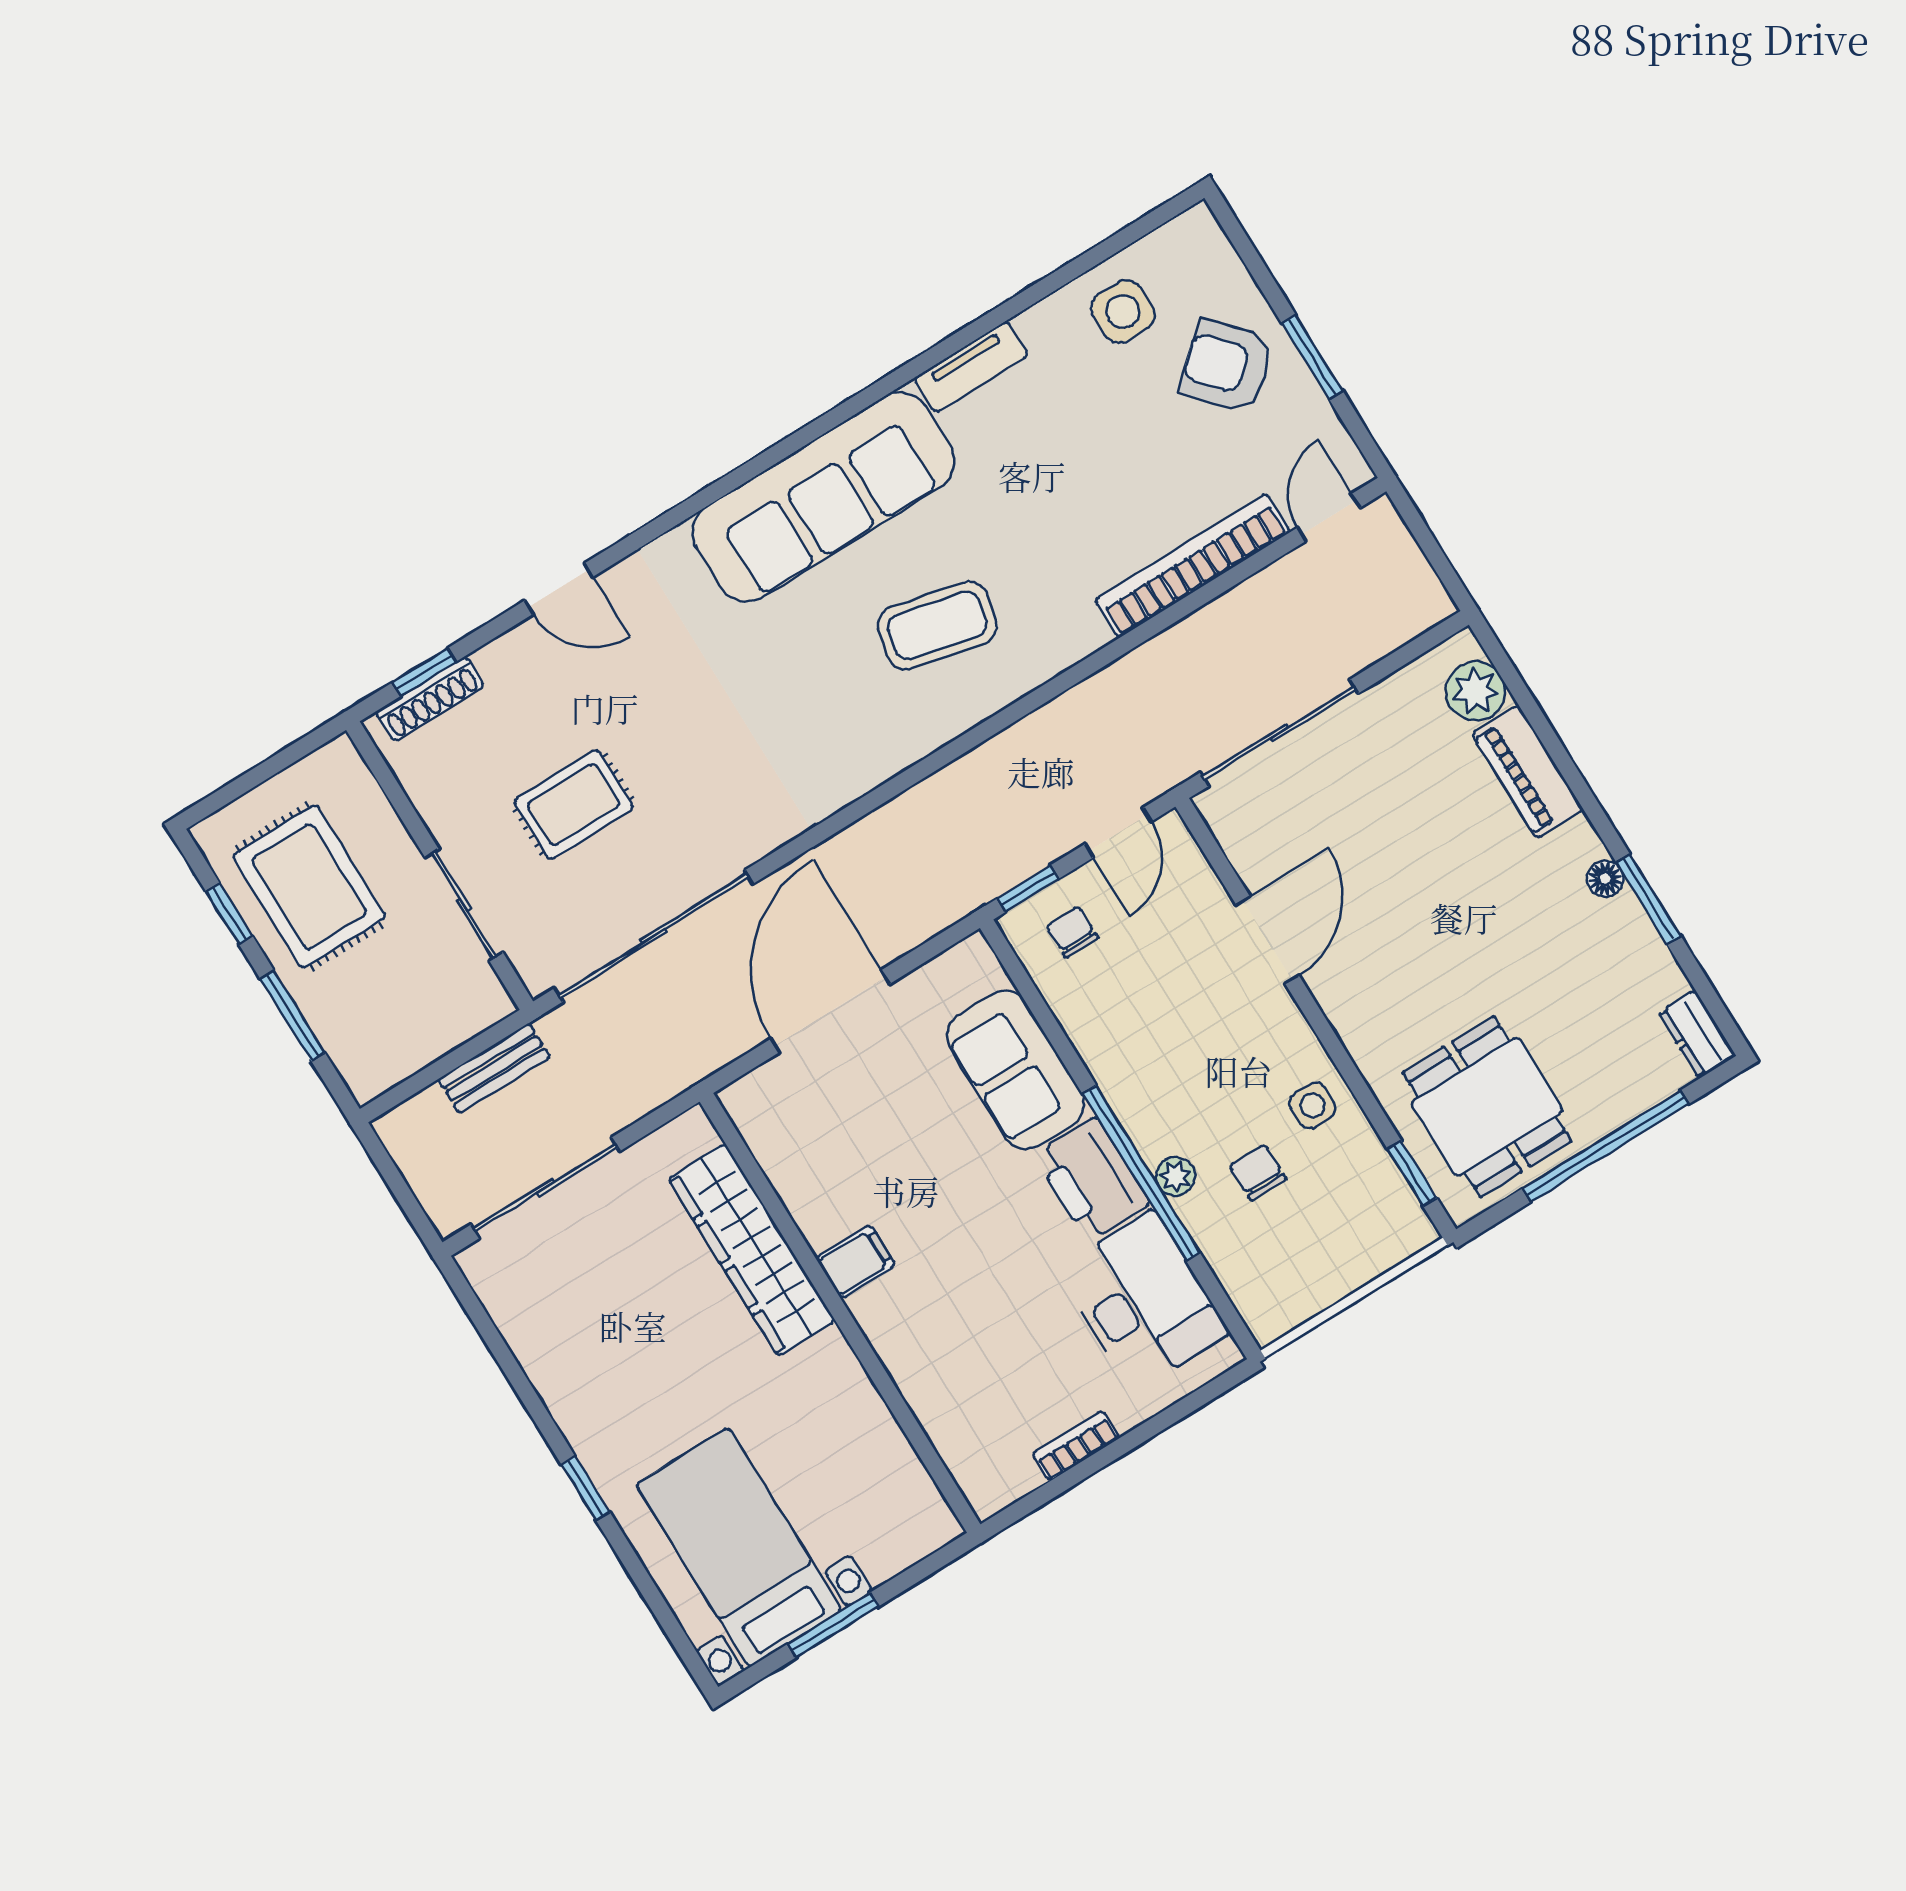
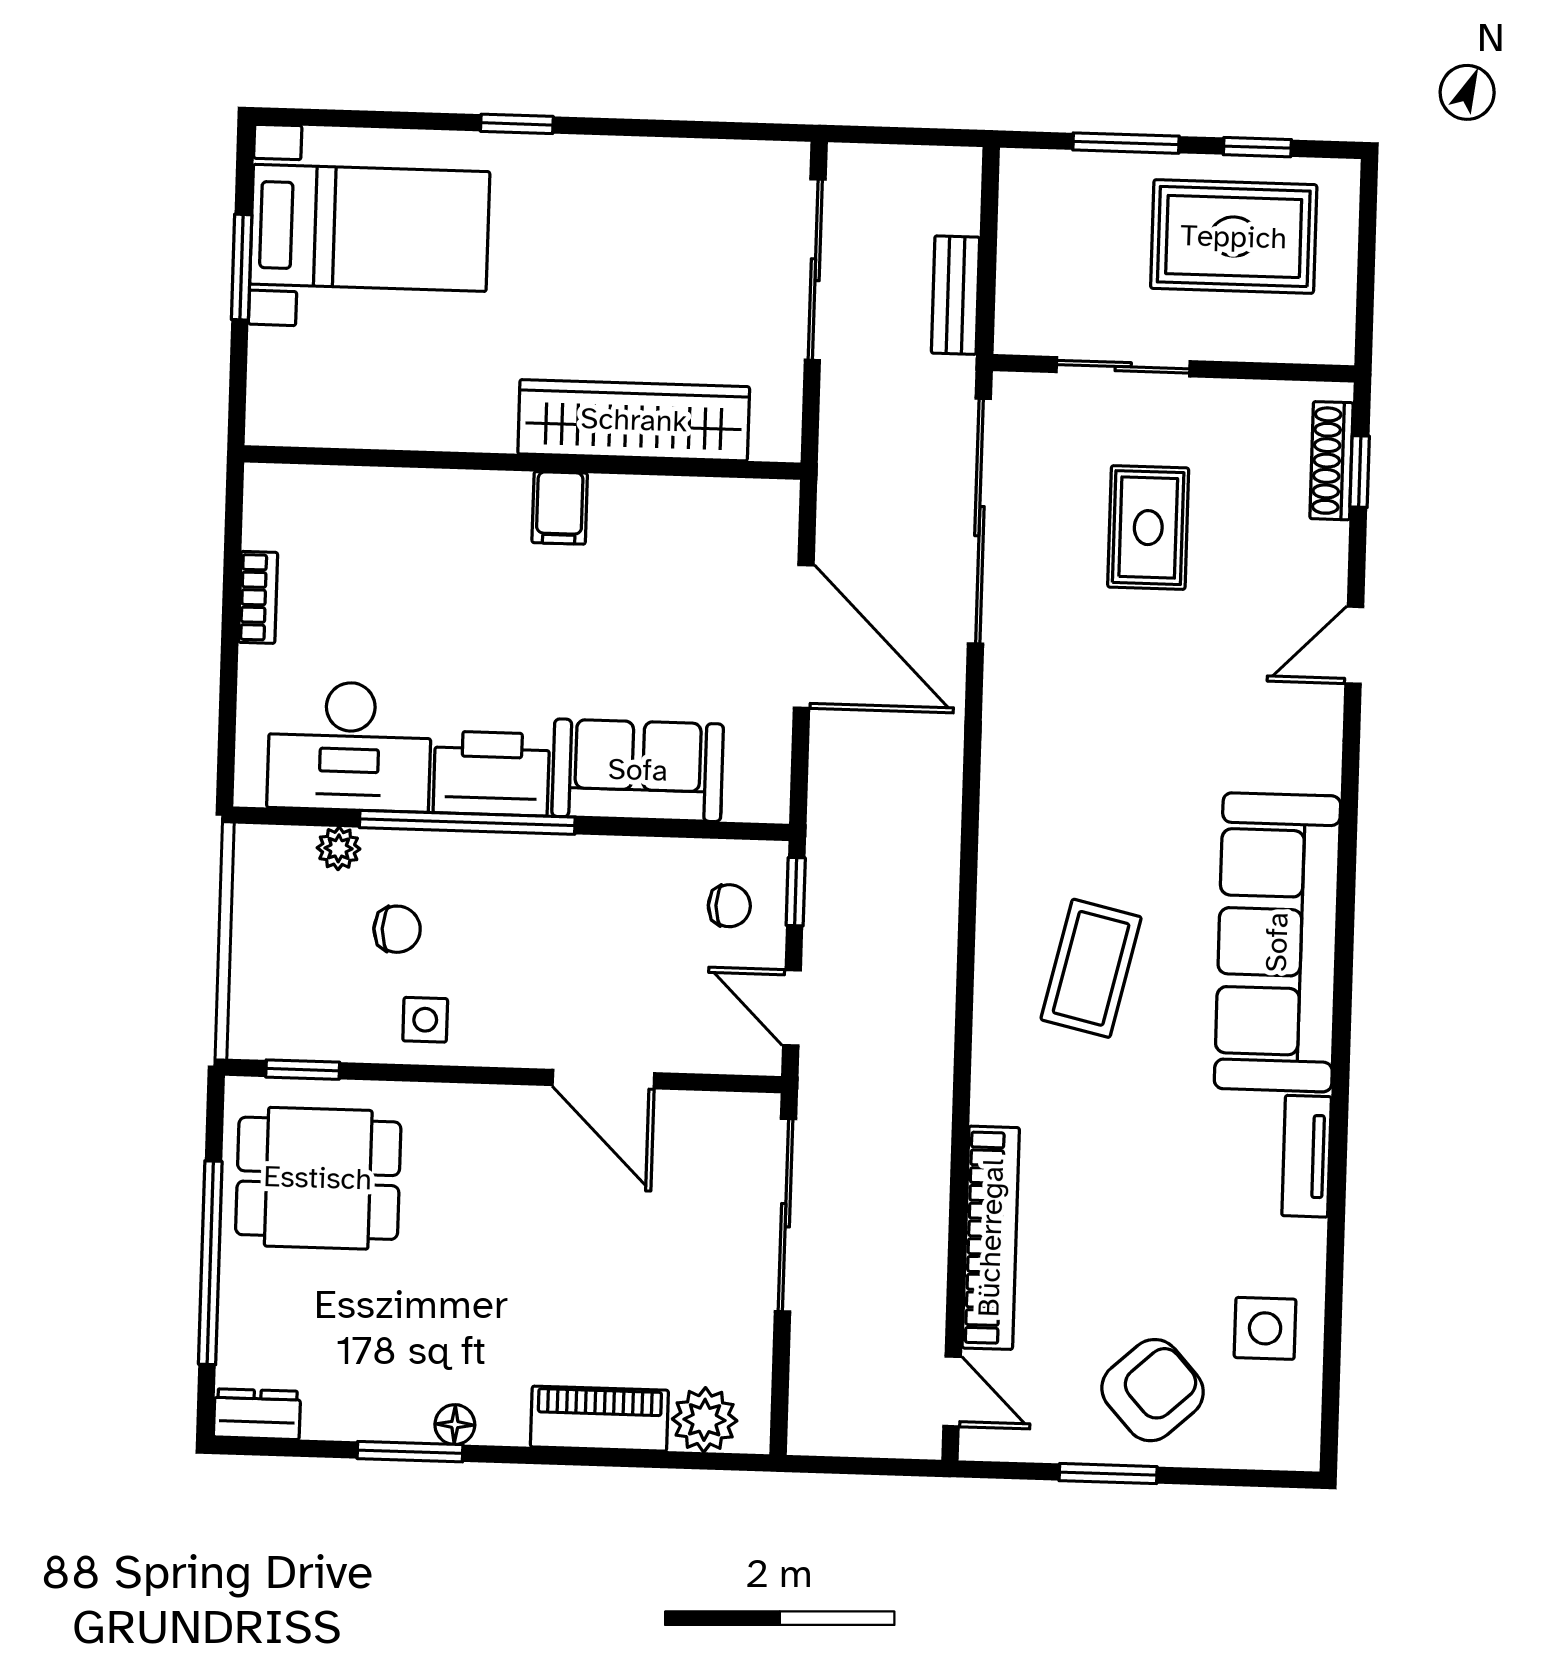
plant: (1175, 1176) -> (339, 848), moved

